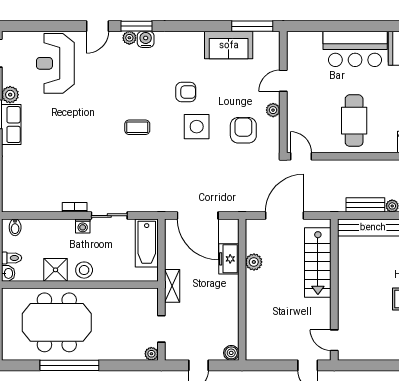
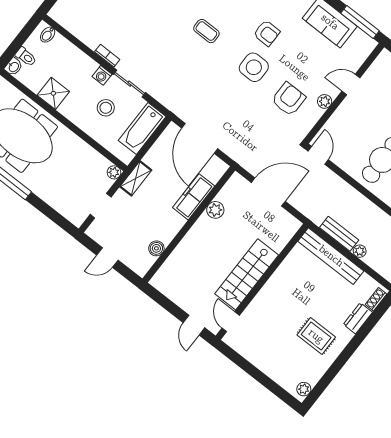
freezer: (229, 259) -> (194, 197), width x1.40
stairs: (318, 263) -> (247, 274), moved
stool: (84, 270) -> (106, 108), moved
boiler: (231, 353) -> (156, 248), moved
plant: (151, 354) -> (114, 172), moved

